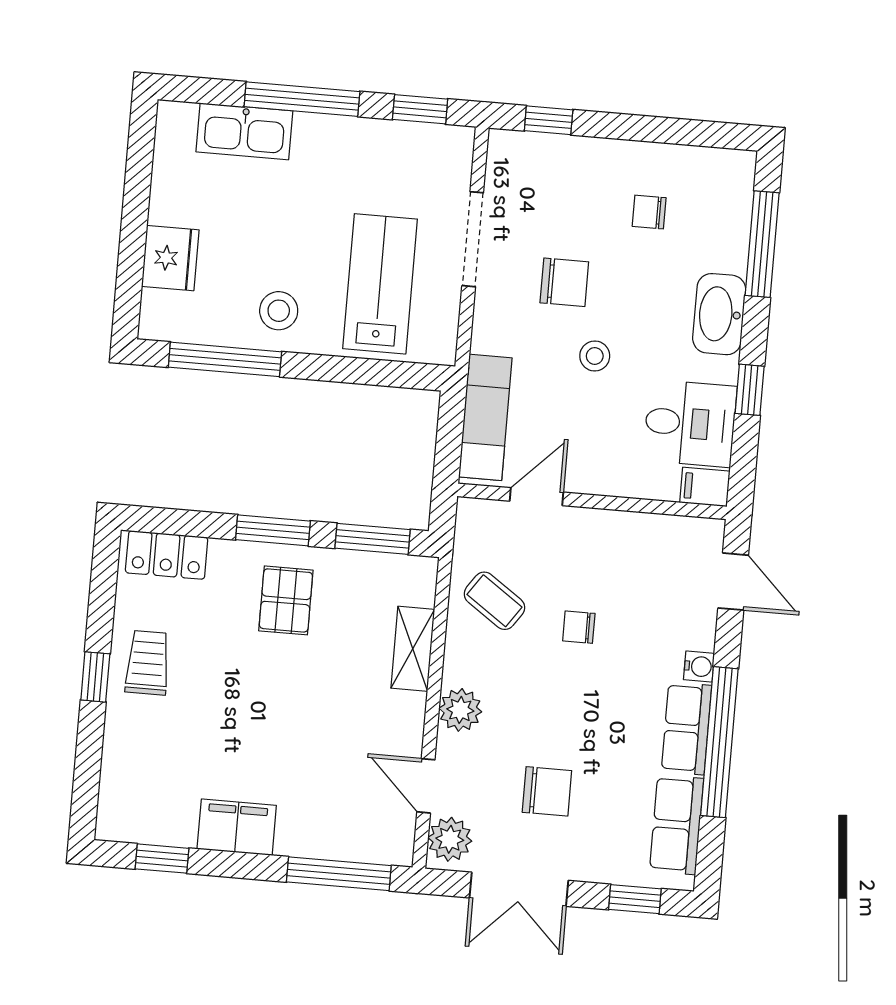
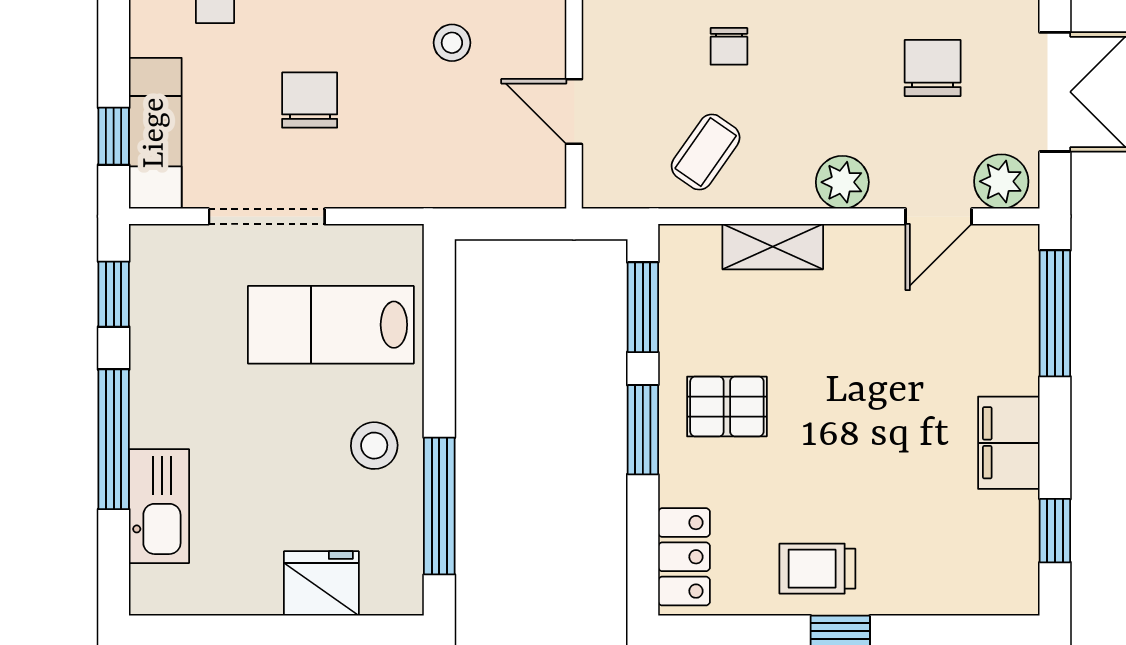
stool: (595, 356) -> (452, 43), moved
exam couch: (485, 417) -> (155, 133), moved, turned 90

